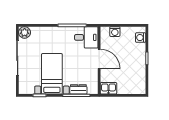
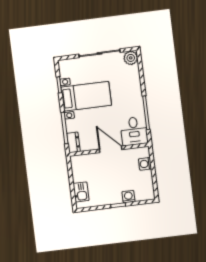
washing machine: (141, 38) -> (128, 197), moved
door: (99, 59) -> (111, 149), swing flipped
kitchen sink: (108, 88) -> (81, 192), moved
dresser: (78, 89) -> (73, 142), moved

